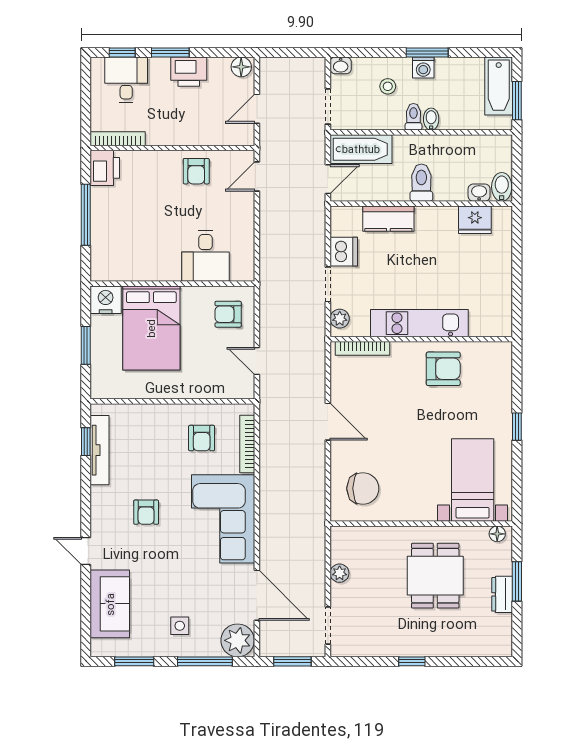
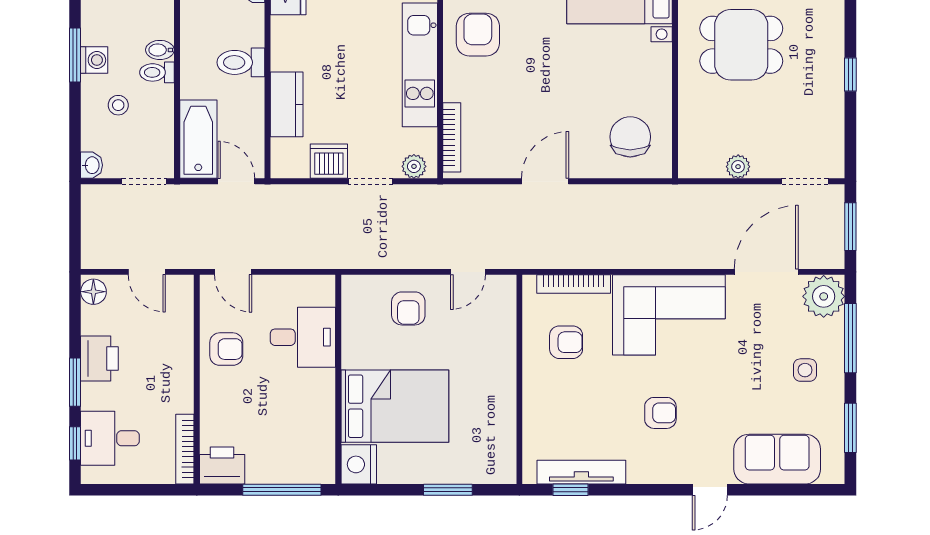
desk: (206, 256) -> (303, 337), moved
wall: (172, 284) -> (338, 379), moved
nightstand: (106, 300) -> (359, 464), moved
bed: (151, 328) -> (395, 406), moved

